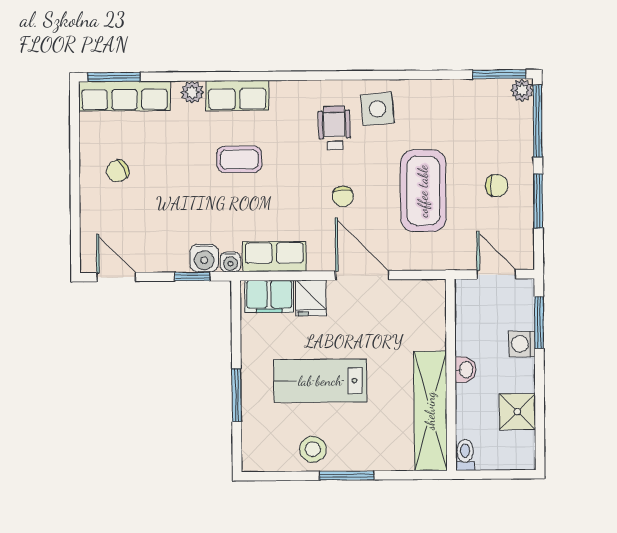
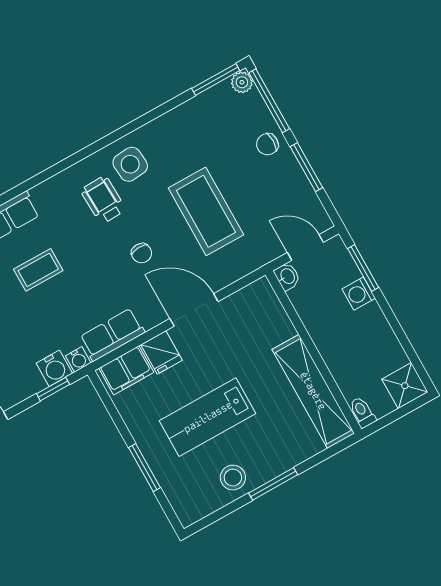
chair: (497, 186) -> (267, 144), moved, turned 180
washbasin: (465, 370) -> (287, 276), moved
shower: (517, 412) -> (405, 386), moved

